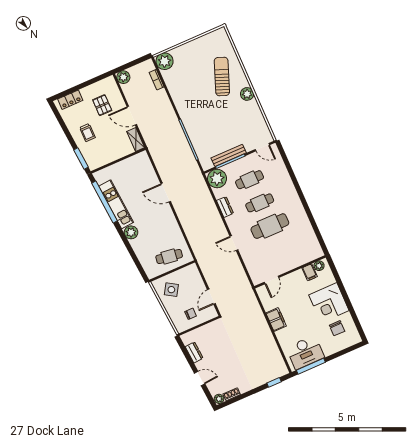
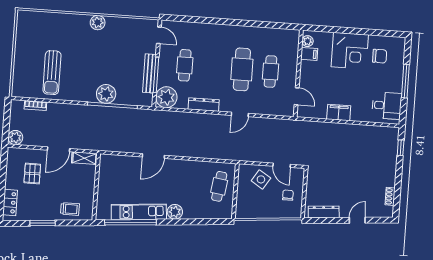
plant: (165, 61) -> (106, 94), moved
sun lounger: (222, 76) -> (52, 73), moved, turned -111
pallet: (102, 105) -> (32, 173), turned 90
trolley: (87, 133) -> (70, 209), moved
door: (262, 147) -> (159, 35), hinge flipped
window: (81, 158) -> (43, 223), moved
cafe table: (260, 203) -> (270, 71), moved
dresser: (225, 207) -> (204, 105), width x1.44
side table: (171, 290) -> (261, 179), moved
dresser: (194, 352) -> (324, 212), width x1.44
desk: (305, 352) -> (387, 106), width x0.73
window: (311, 366) -> (405, 81), moved
plant: (219, 399) -> (388, 212), removed

